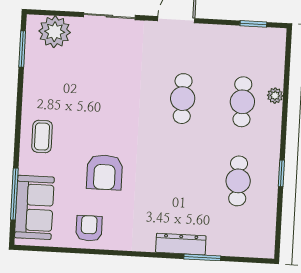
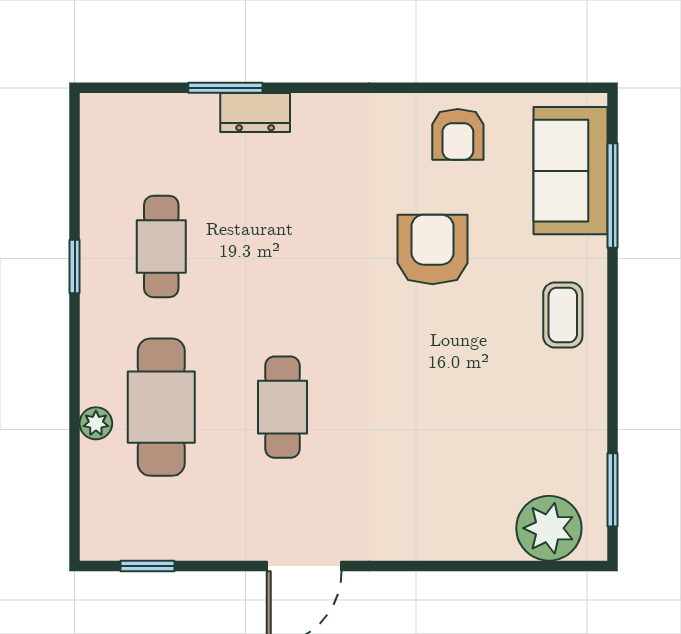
sliding door: (109, 16) -> (440, 566), removed
cafe table: (242, 102) -> (161, 407), width x1.37, depth x1.35
dresser: (181, 244) -> (255, 112), width x0.70

